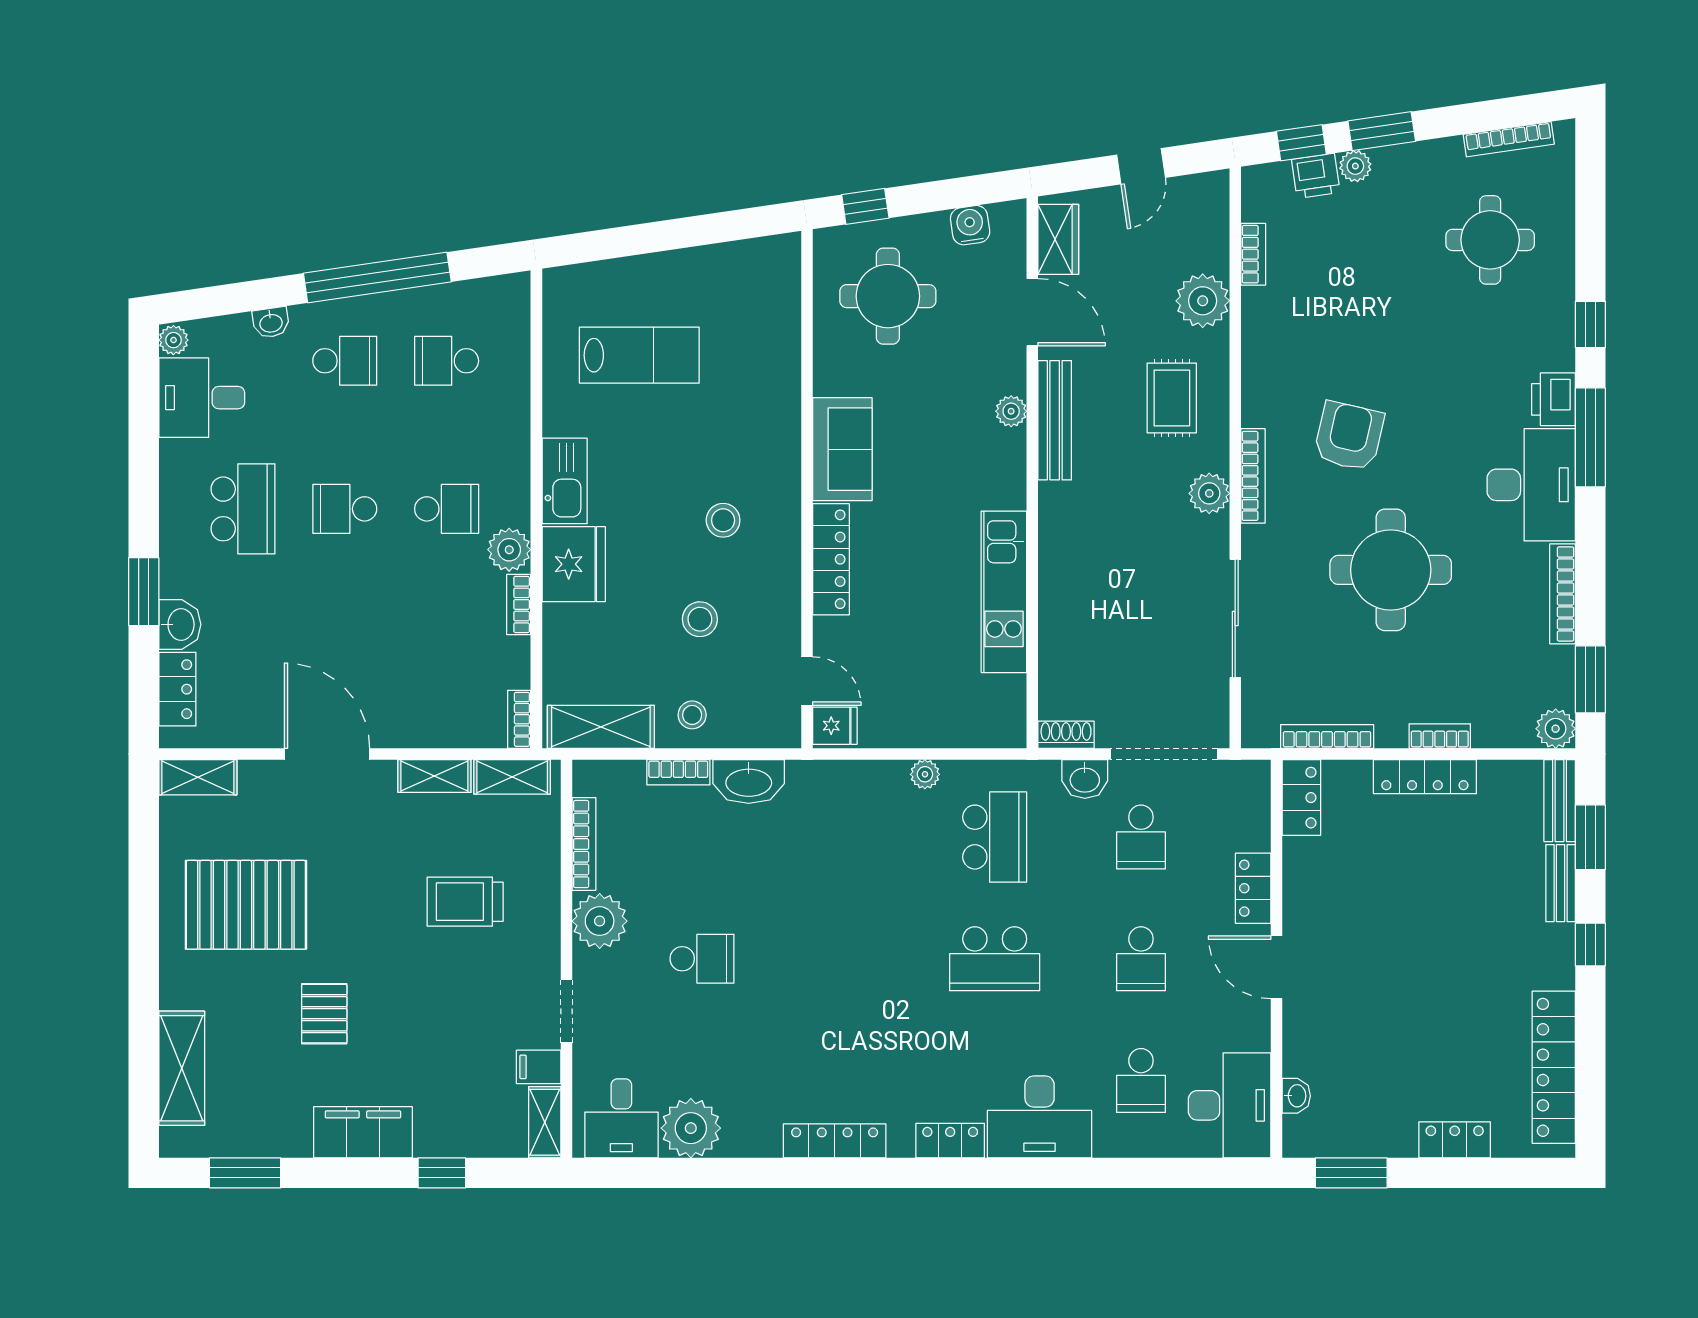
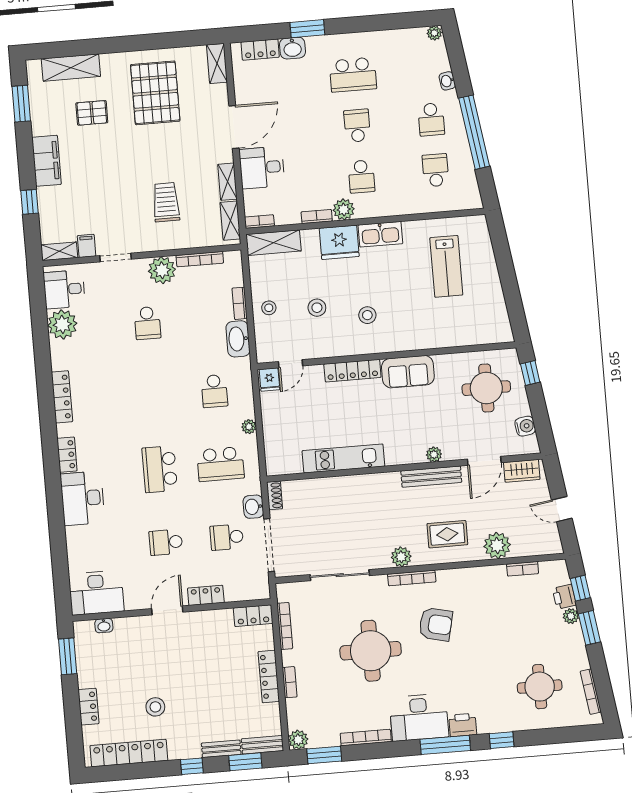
desk: (202, 398) -> (262, 168), moved, turned -90
shelving: (601, 727) -> (274, 243), moved, turned 90
stool: (1466, 1007) -> (155, 707), added
pallet: (324, 1014) -> (92, 113), moved
school desk: (1141, 1080) -> (214, 391), moved, turned -90

